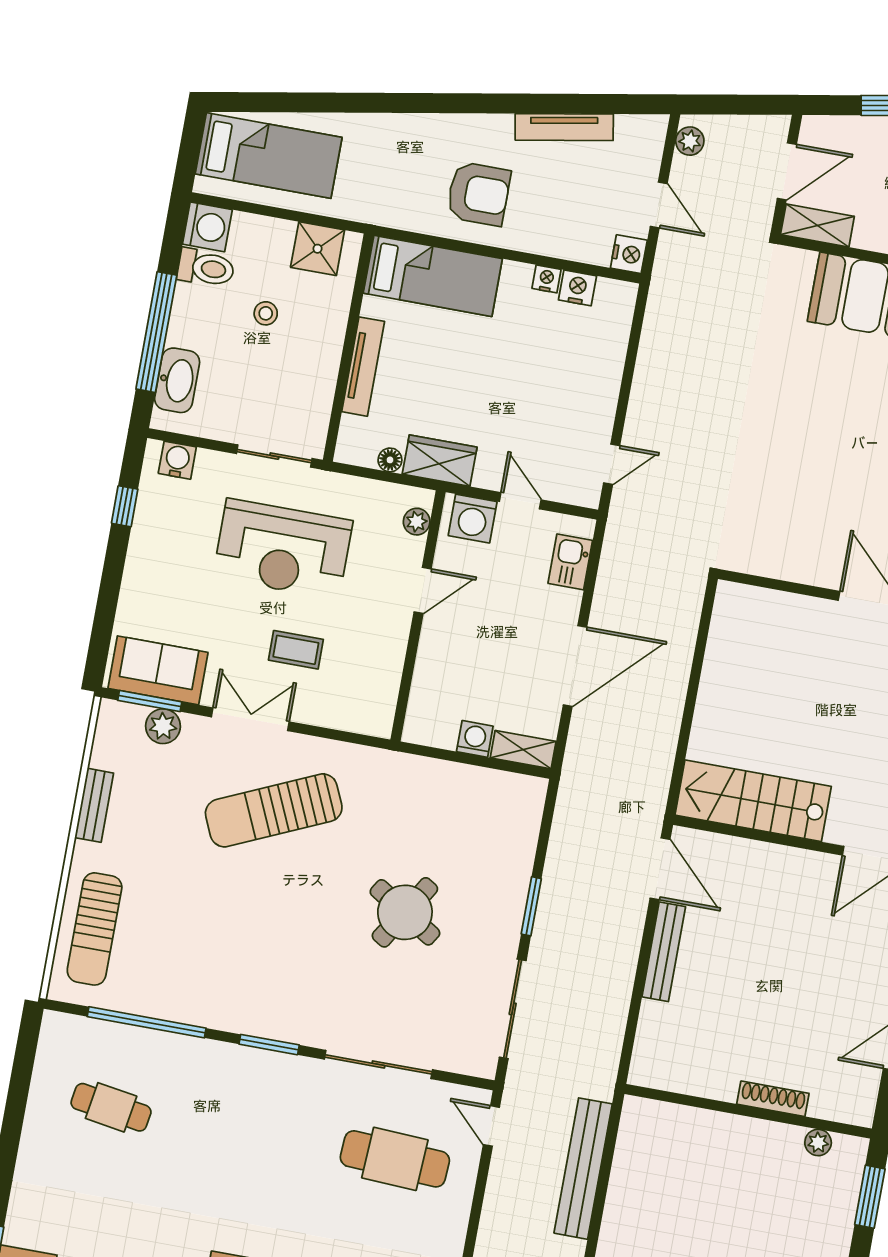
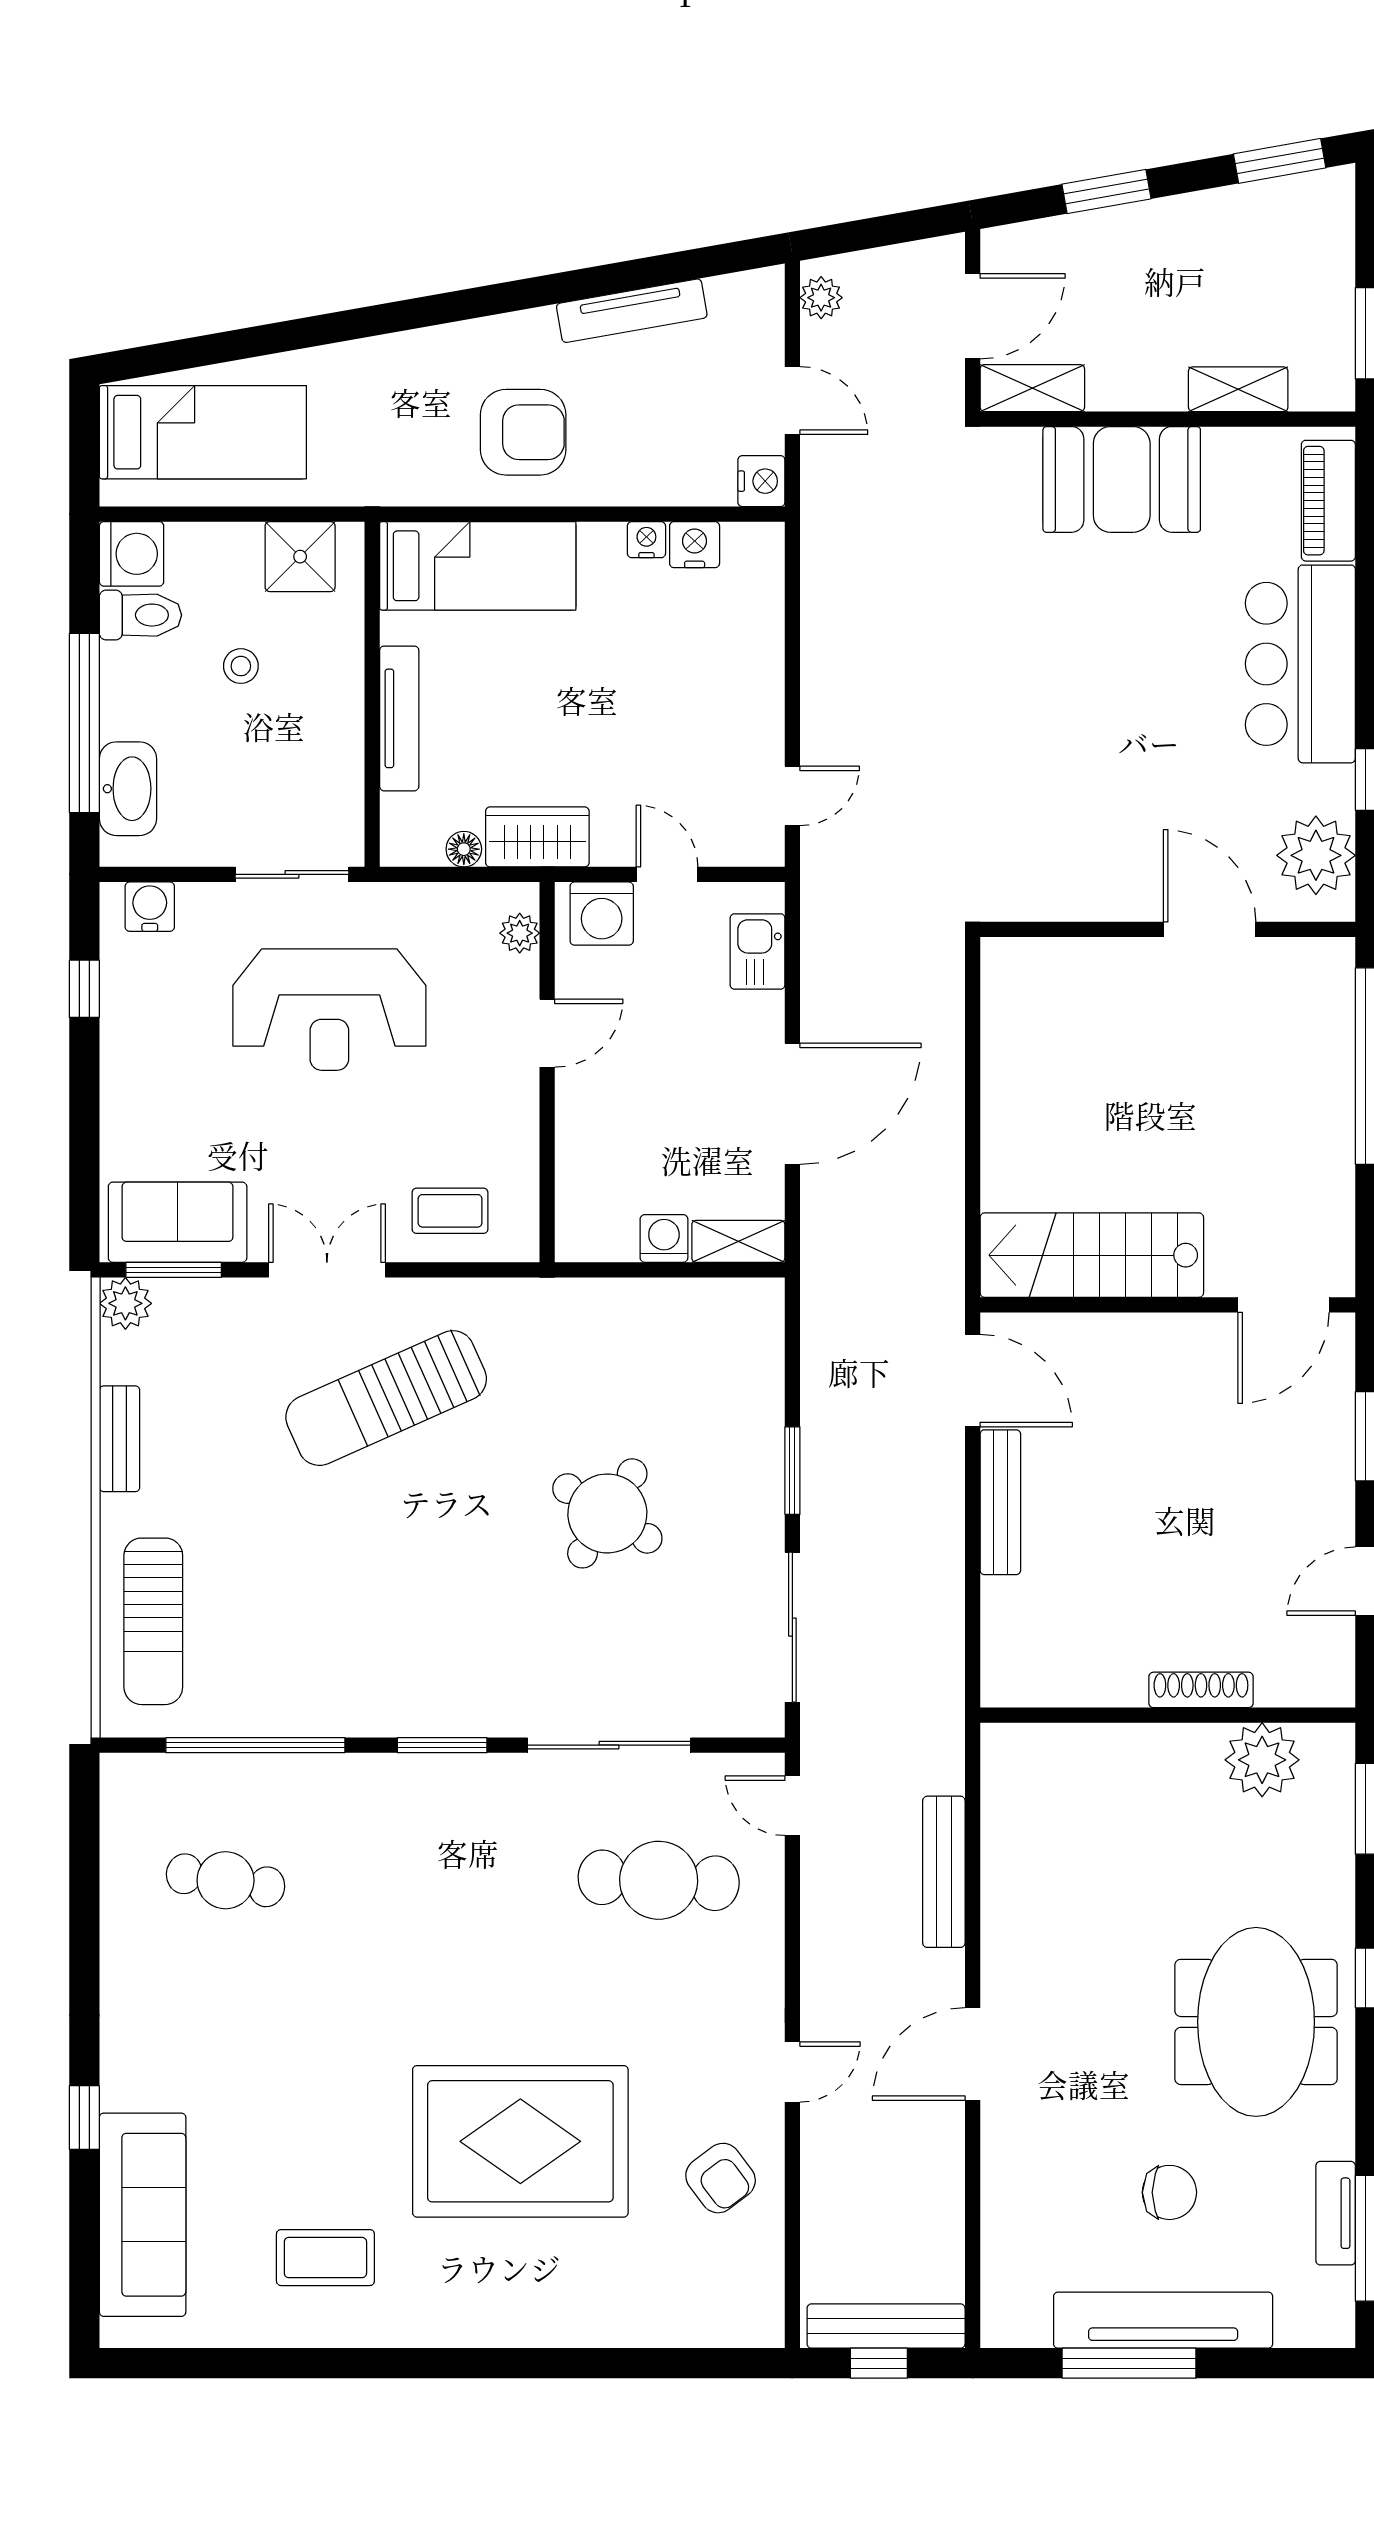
coffee table: (296, 650) -> (450, 1211), moved
plant: (163, 726) -> (125, 1303), moved
plant: (818, 1142) -> (1262, 1760), width x1.87, depth x1.87
bench: (583, 1169) -> (944, 1872), width x0.73, depth x0.82

